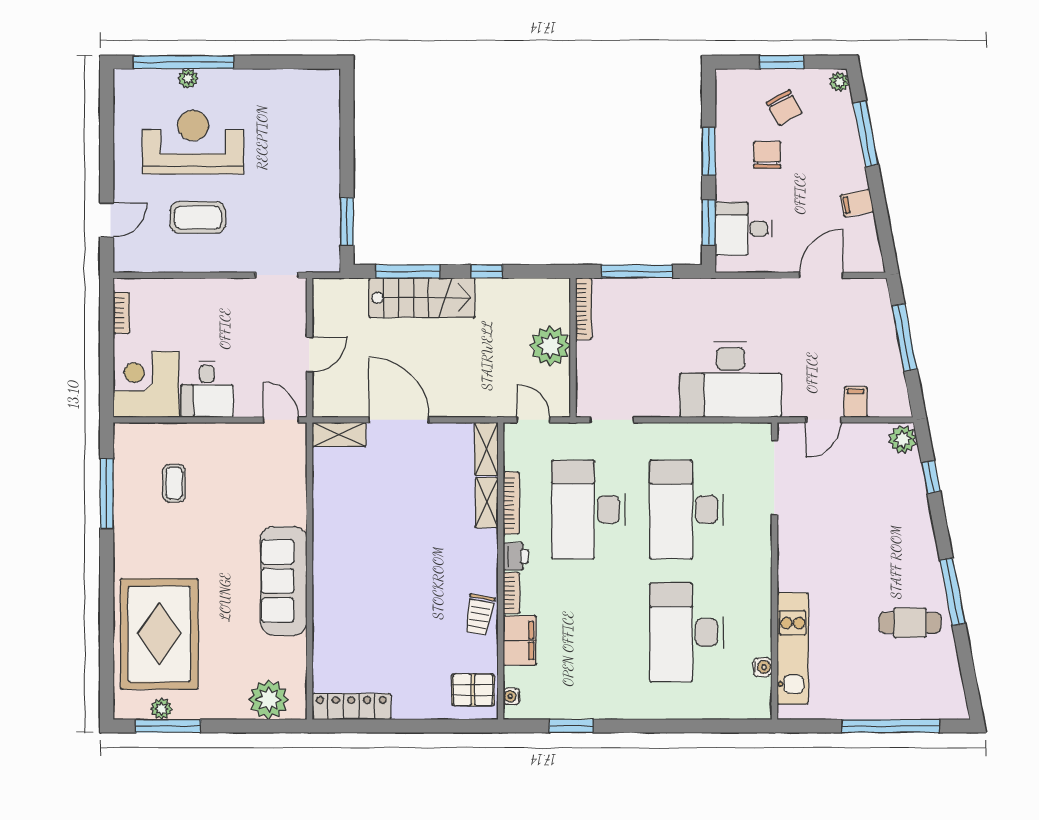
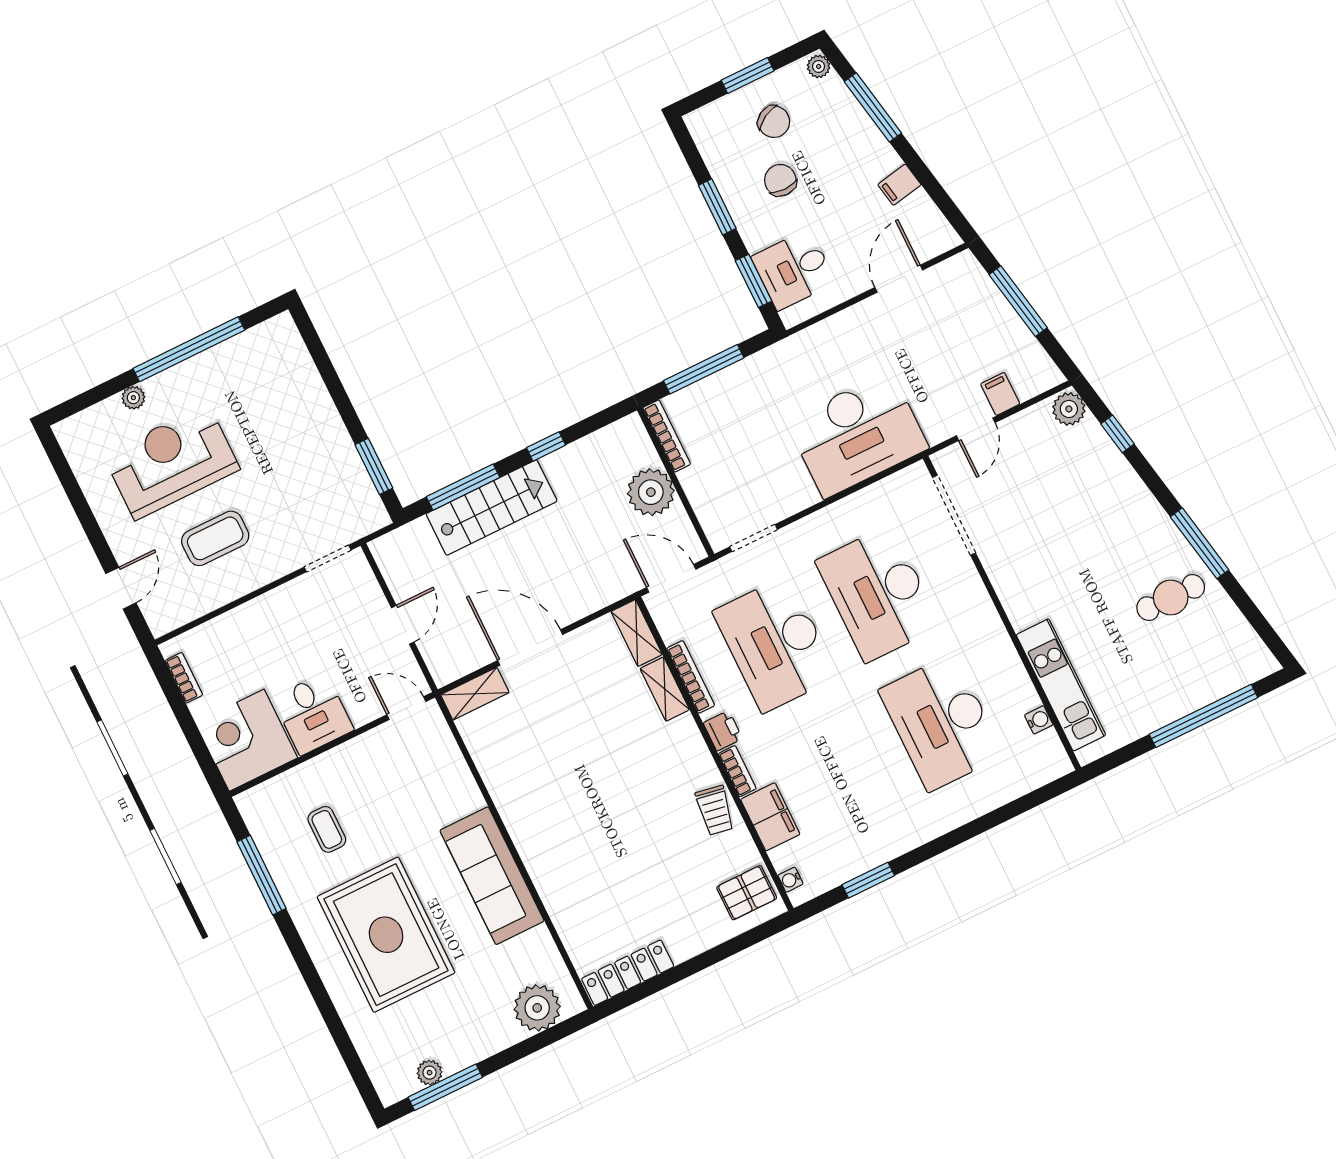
window: (184, 62) -> (189, 349), moved
door: (533, 420) -> (671, 578), width x1.38
rug: (159, 634) -> (386, 935), moved

